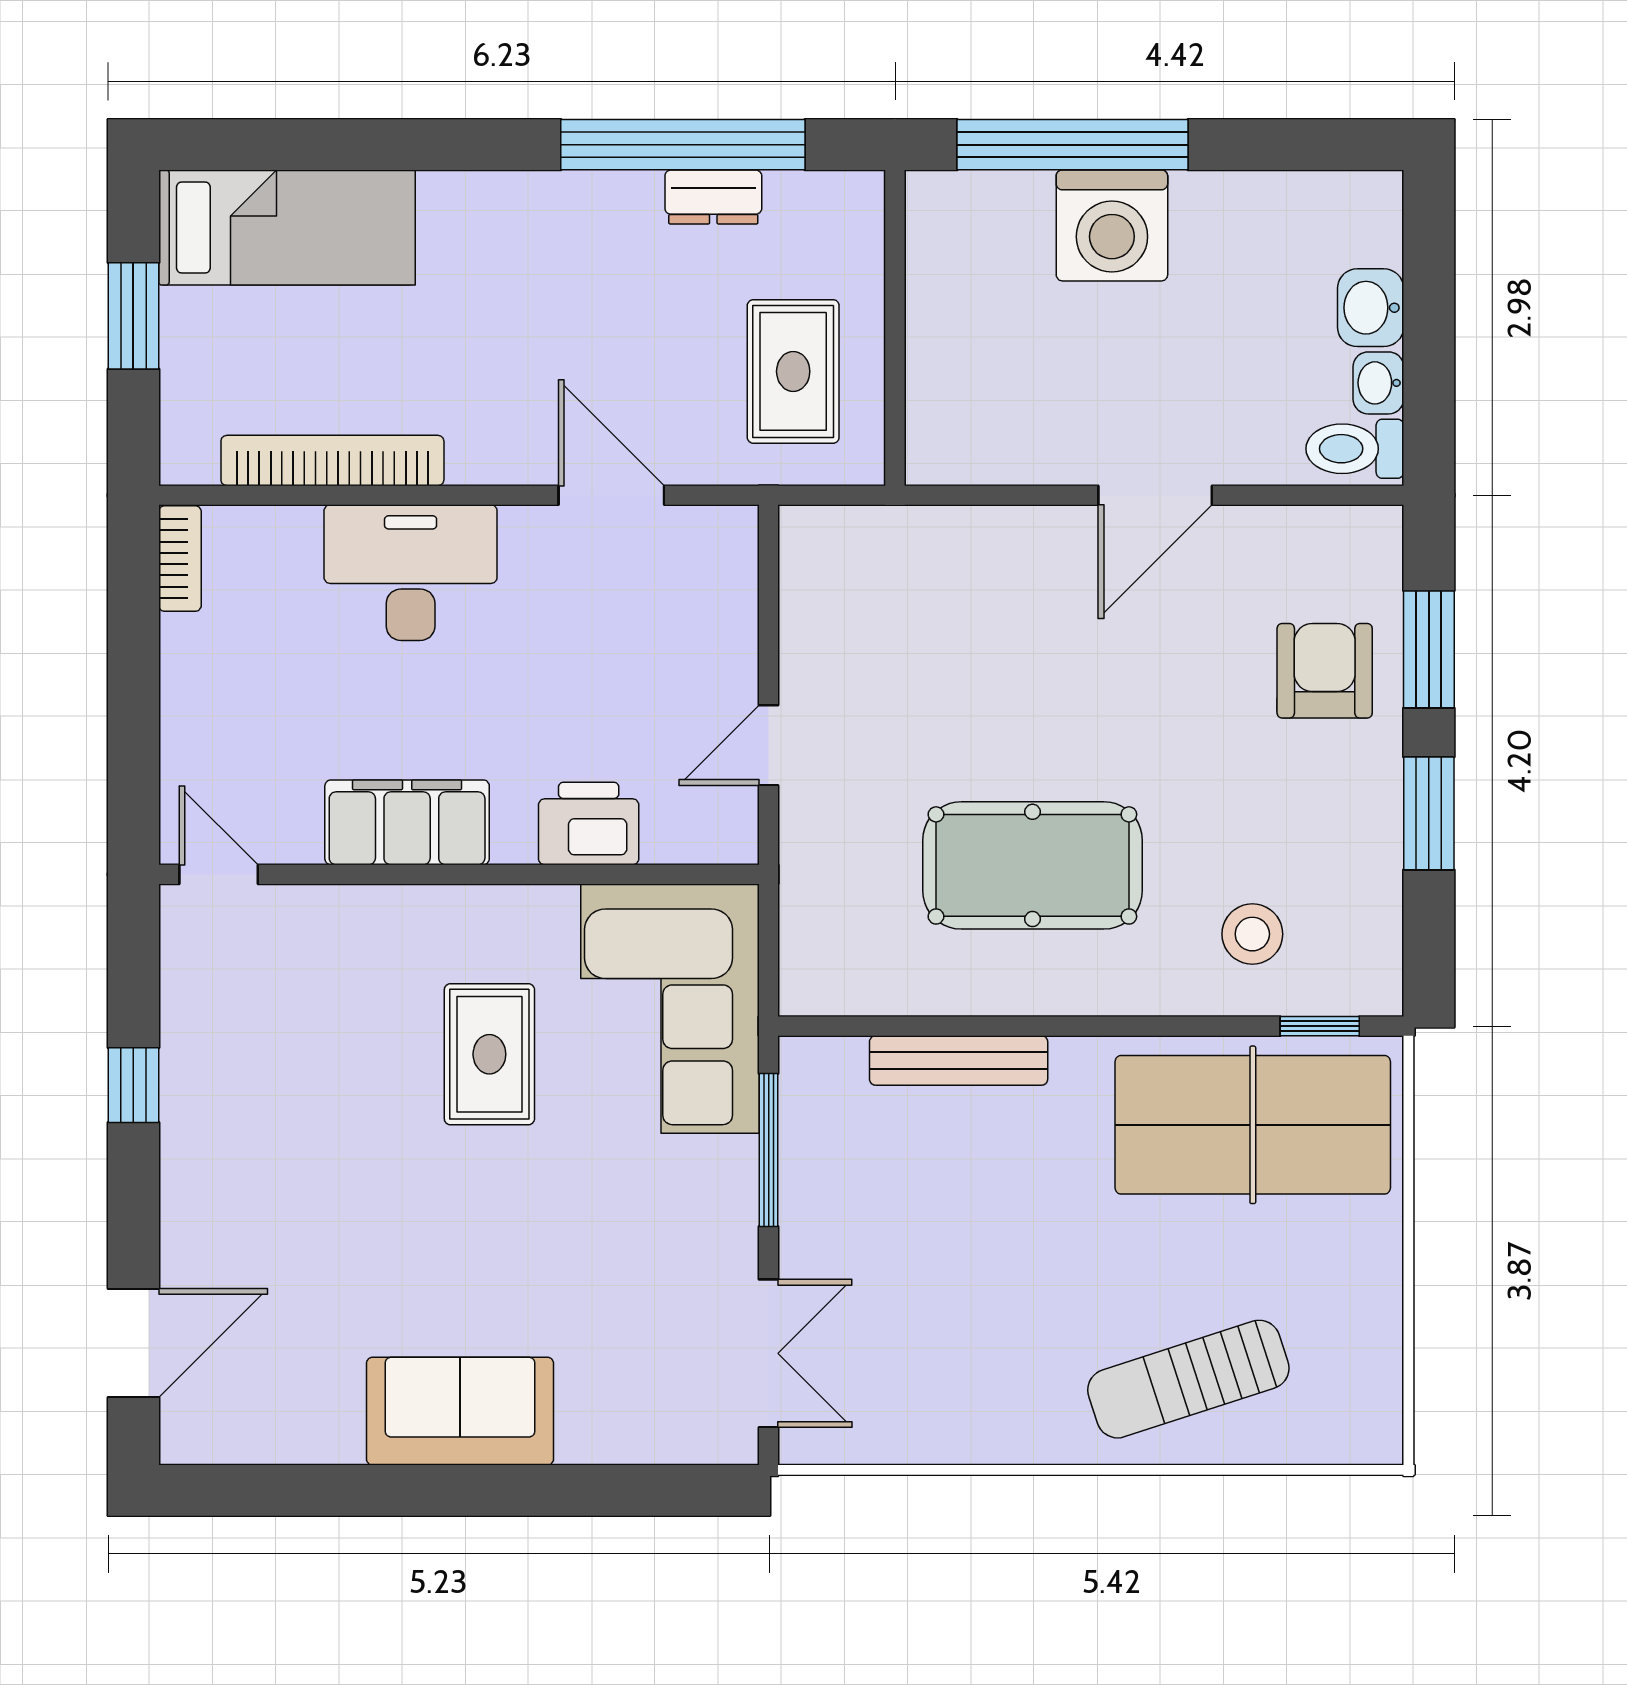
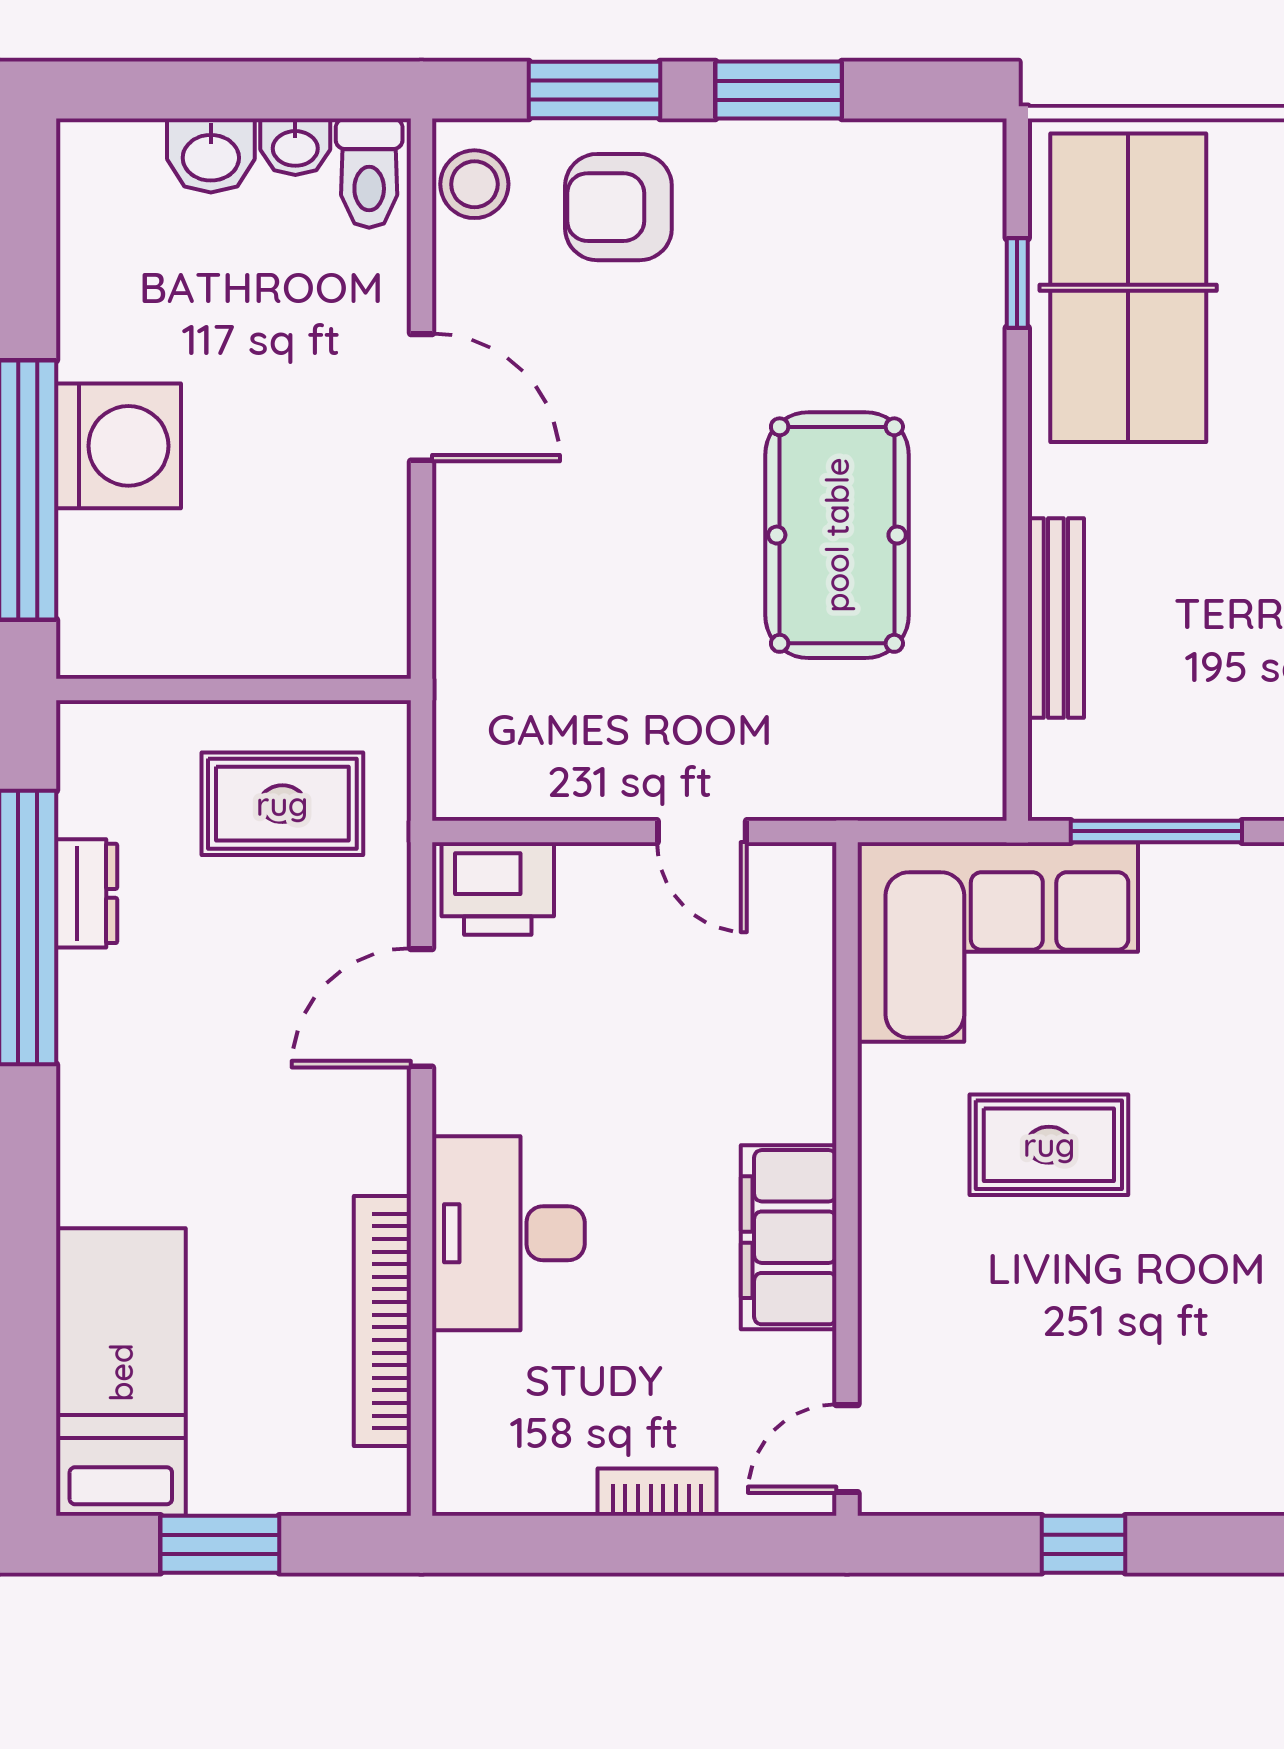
bookcase: (180, 559) -> (657, 1492), moved
printer: (589, 824) -> (498, 888), moved, turned -90
stool: (1252, 934) -> (474, 184), moved
window: (1320, 1026) -> (1017, 283), moved

